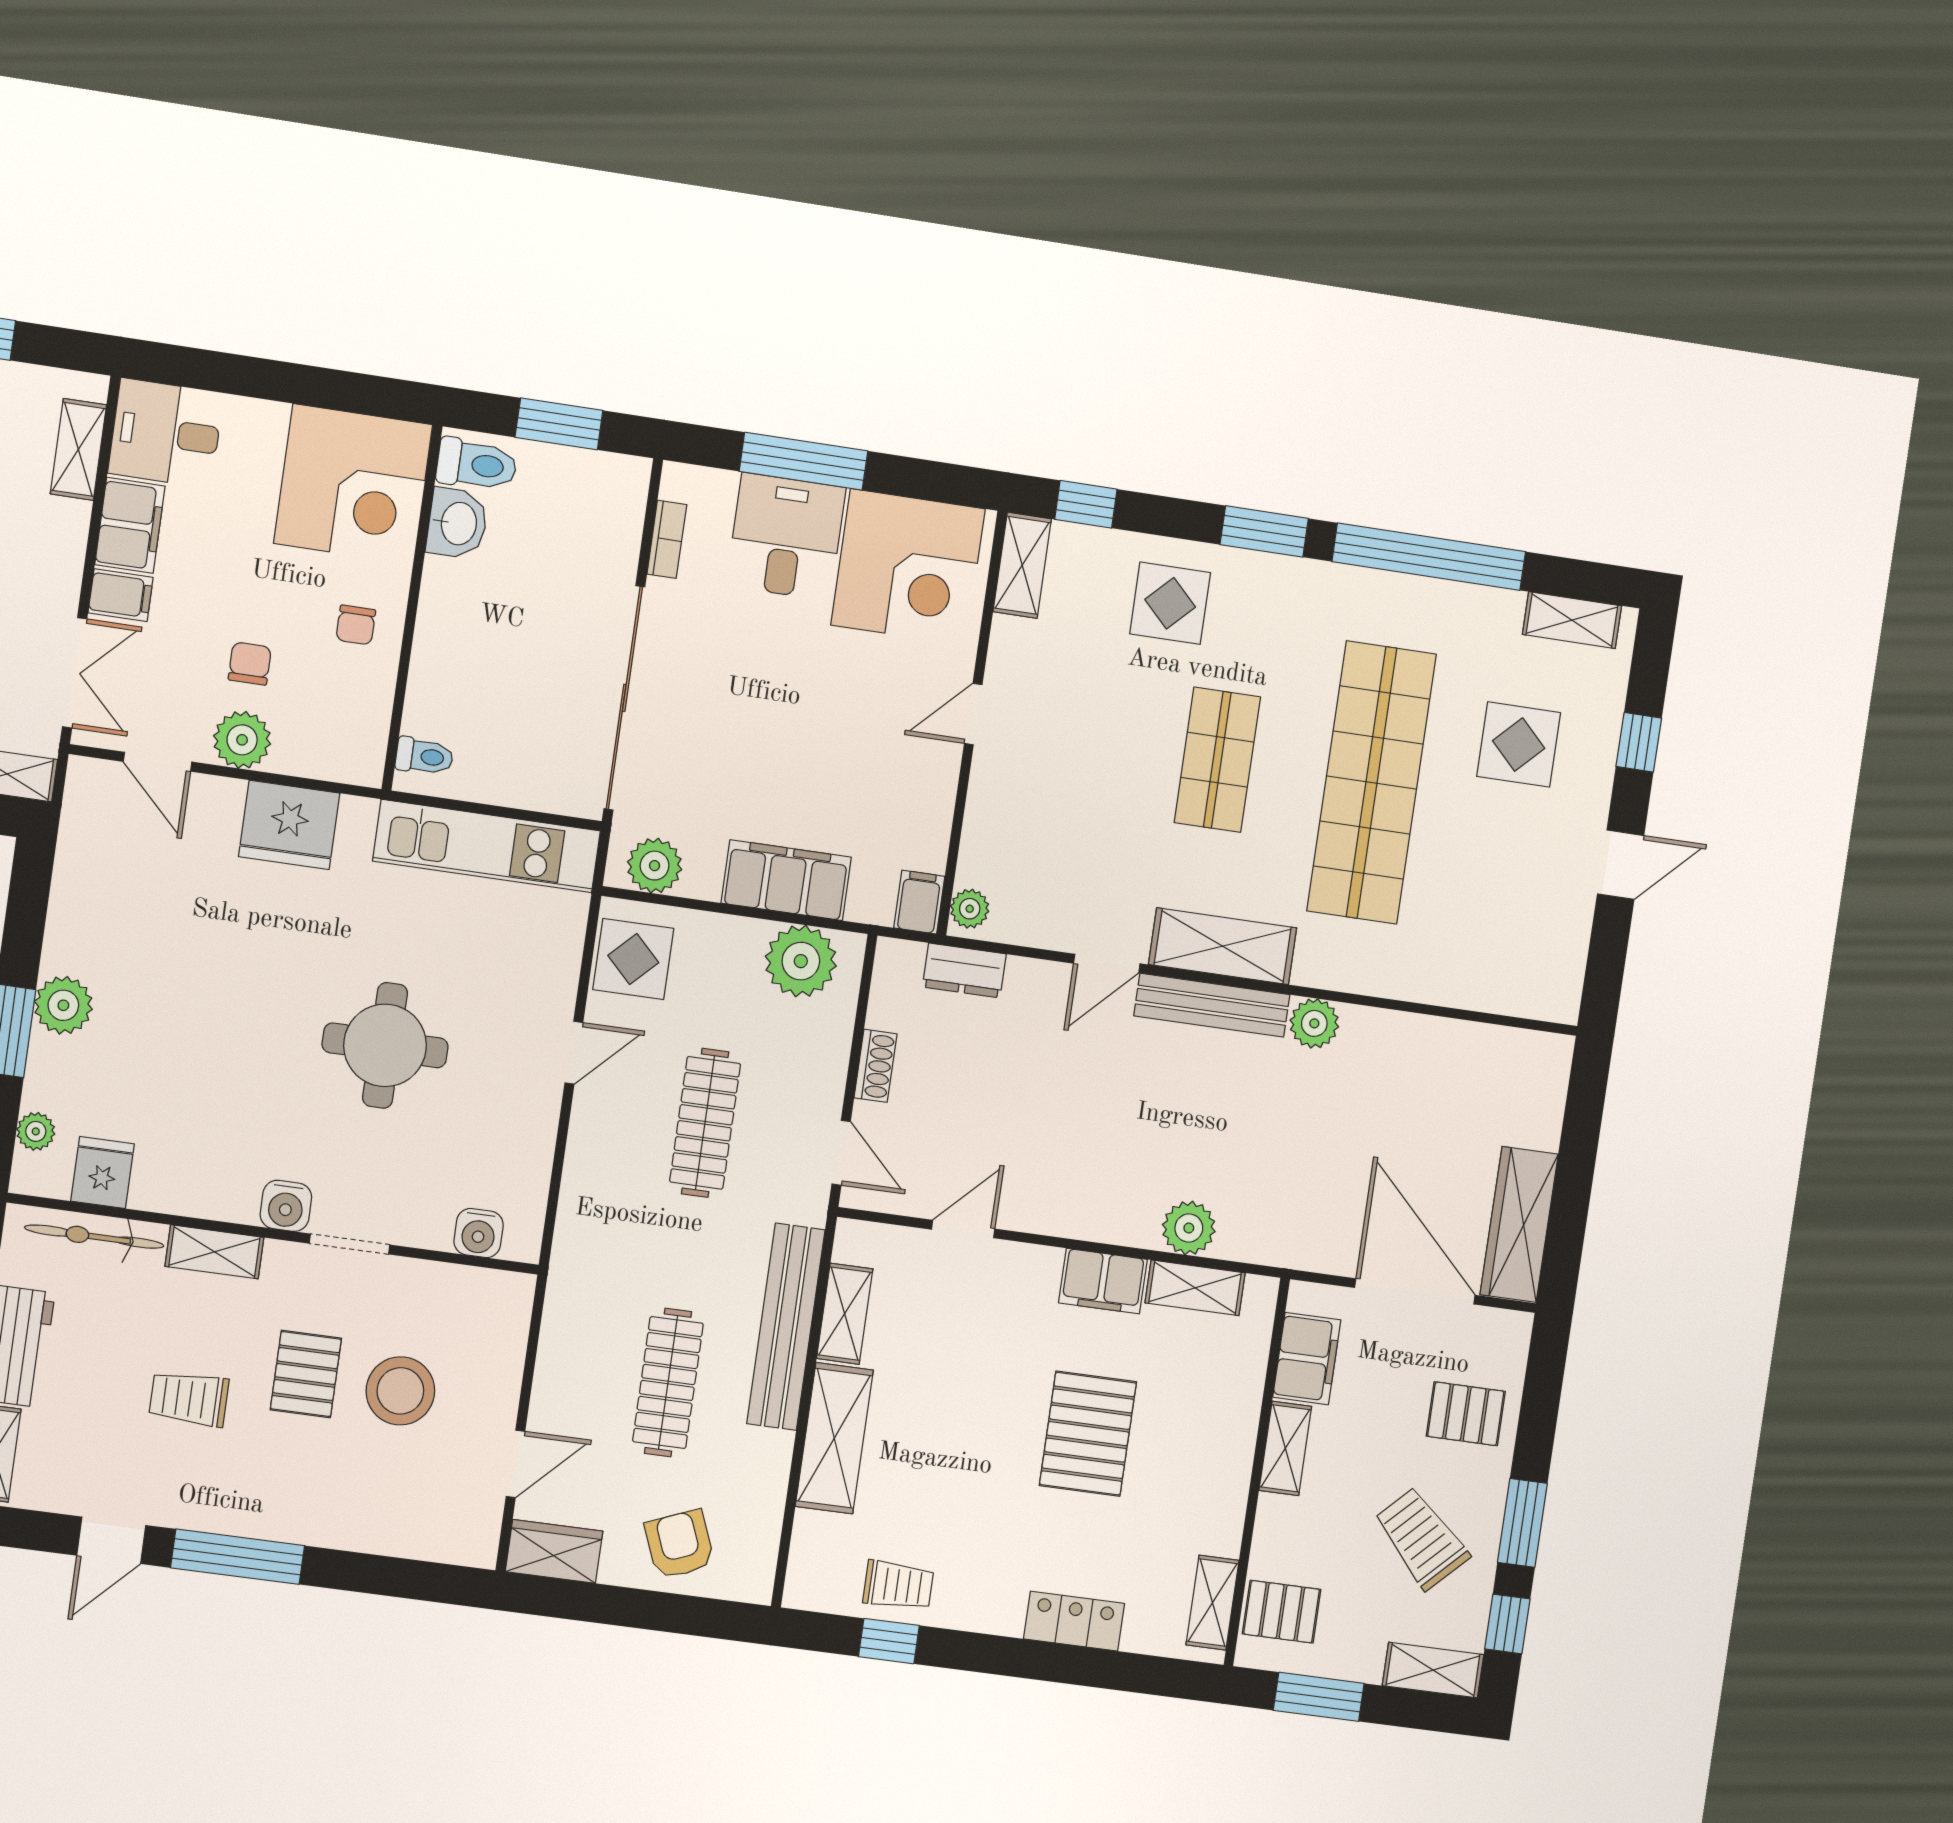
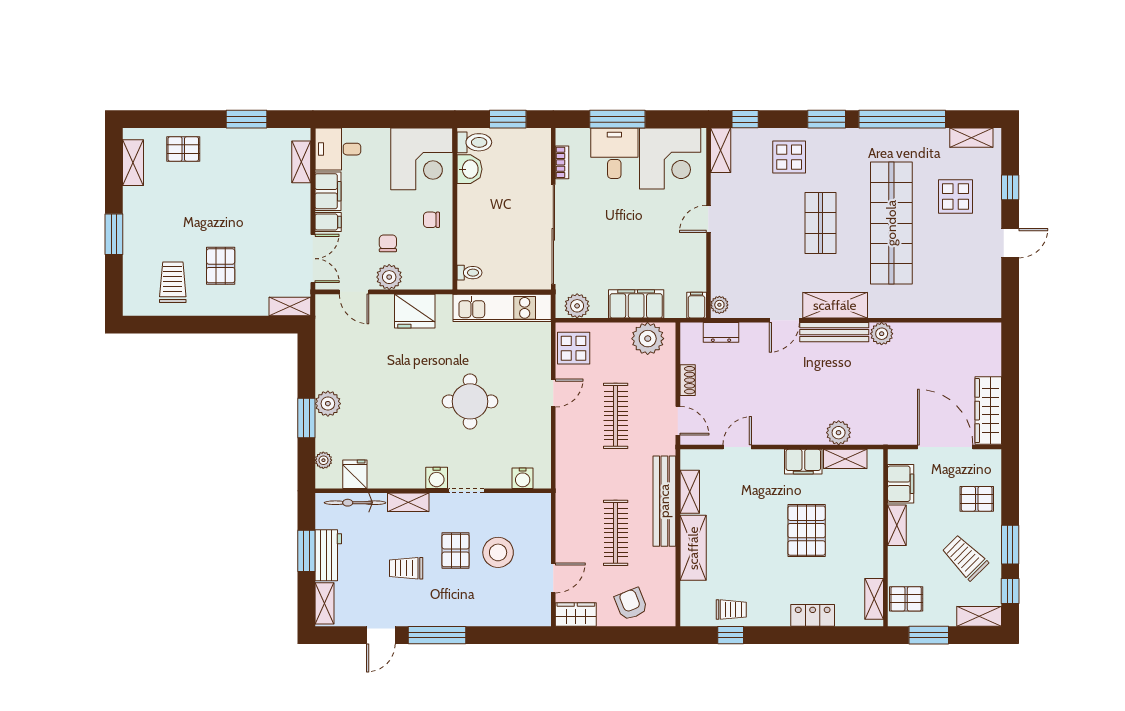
chair: (356, 625) -> (432, 220), turned 90

